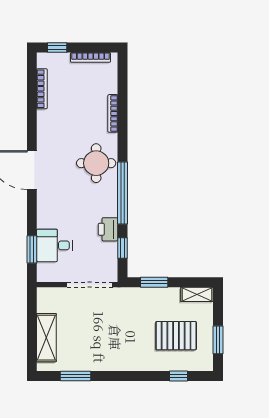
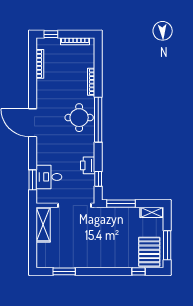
window: (123, 193) -> (98, 120), moved
window: (154, 282) -> (121, 204), width x1.44
pallet: (176, 336) -> (149, 252), moved, turned 90
shelving: (46, 338) -> (43, 225), moved
window: (218, 340) -> (167, 245), width x1.44

